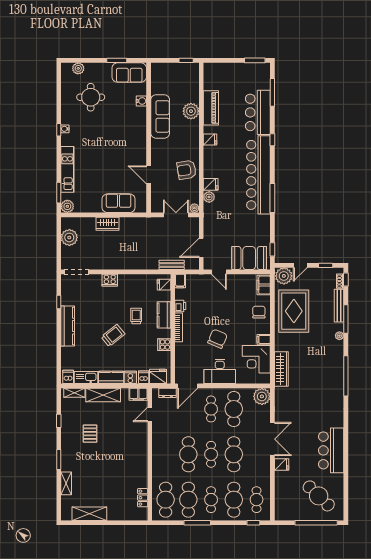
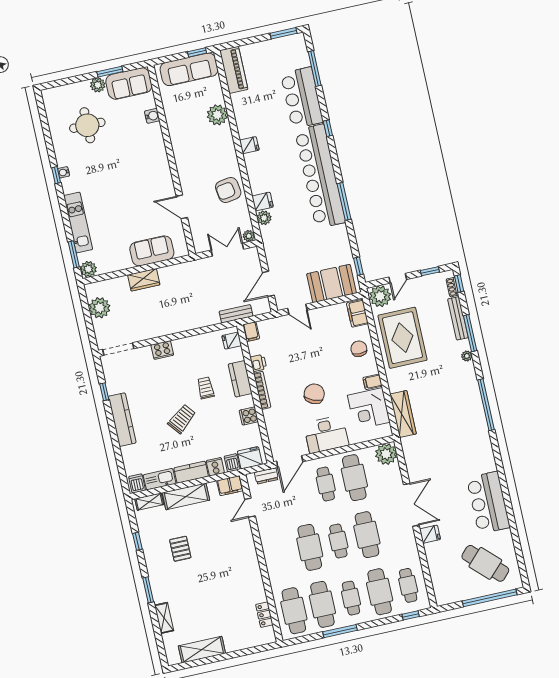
plant: (78, 68) -> (98, 85), moved
piano: (211, 108) -> (234, 70), moved
sofa: (160, 116) -> (189, 69), moved, turned 90

